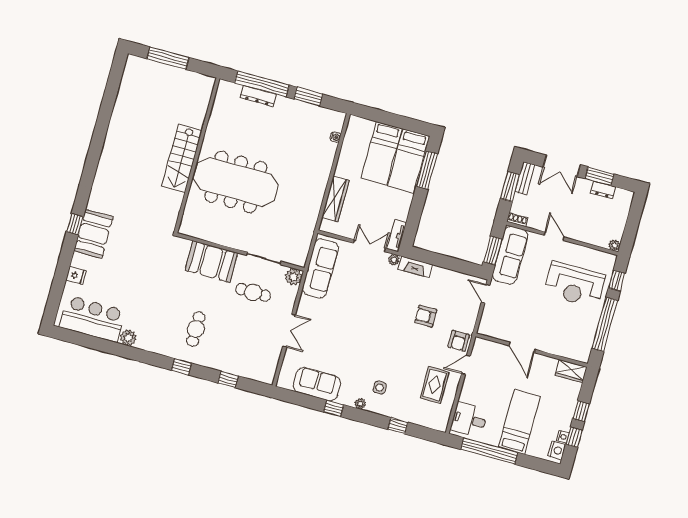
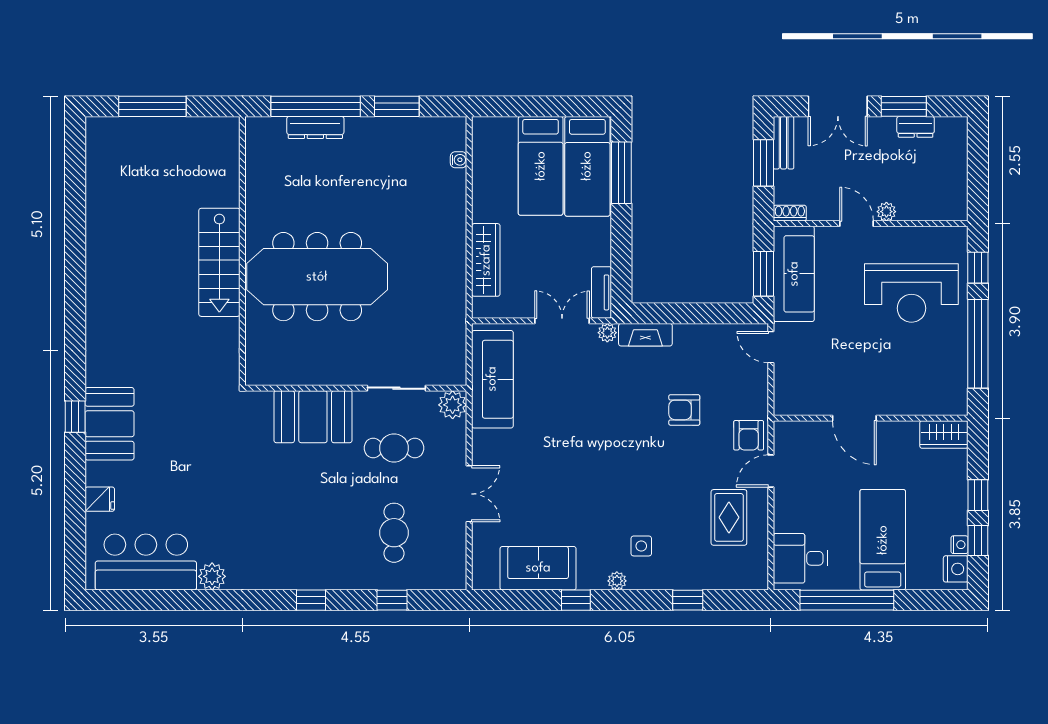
plant: (614, 245) -> (886, 212), moved
cafe table: (196, 329) -> (394, 533), moved

